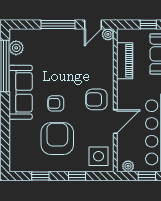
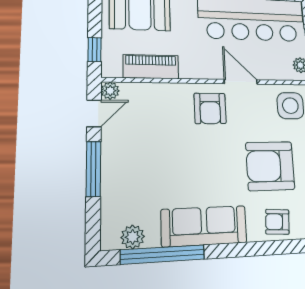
door: (93, 24) -> (94, 113), hinge flipped
window: (148, 24) -> (95, 50), moved
armchair: (56, 103) -> (277, 222), moved, turned 94

